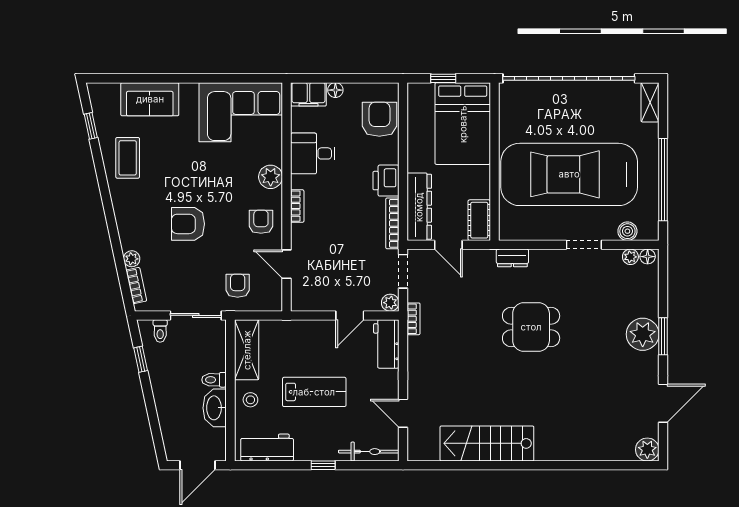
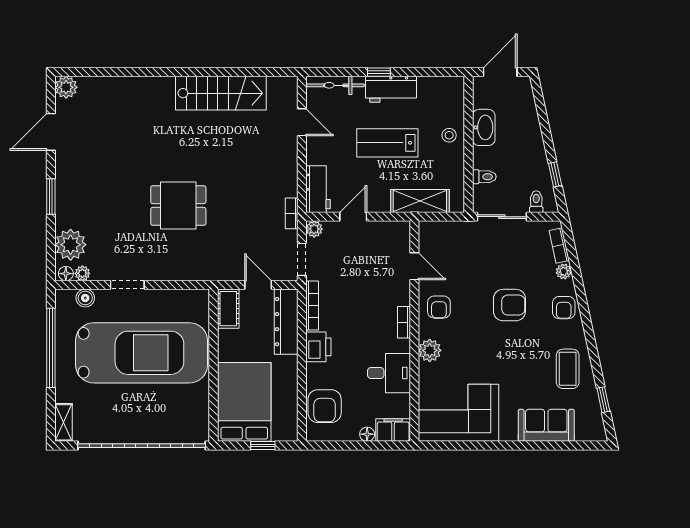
dresser: (512, 258) -> (196, 272), removed
armchair: (238, 286) -> (564, 308), moved
plant: (643, 334) -> (71, 245), moved
shelving: (247, 350) -> (420, 201), moved, turned 90
toilet: (214, 380) -> (484, 177), moved
workbench: (267, 448) -> (391, 89), moved

